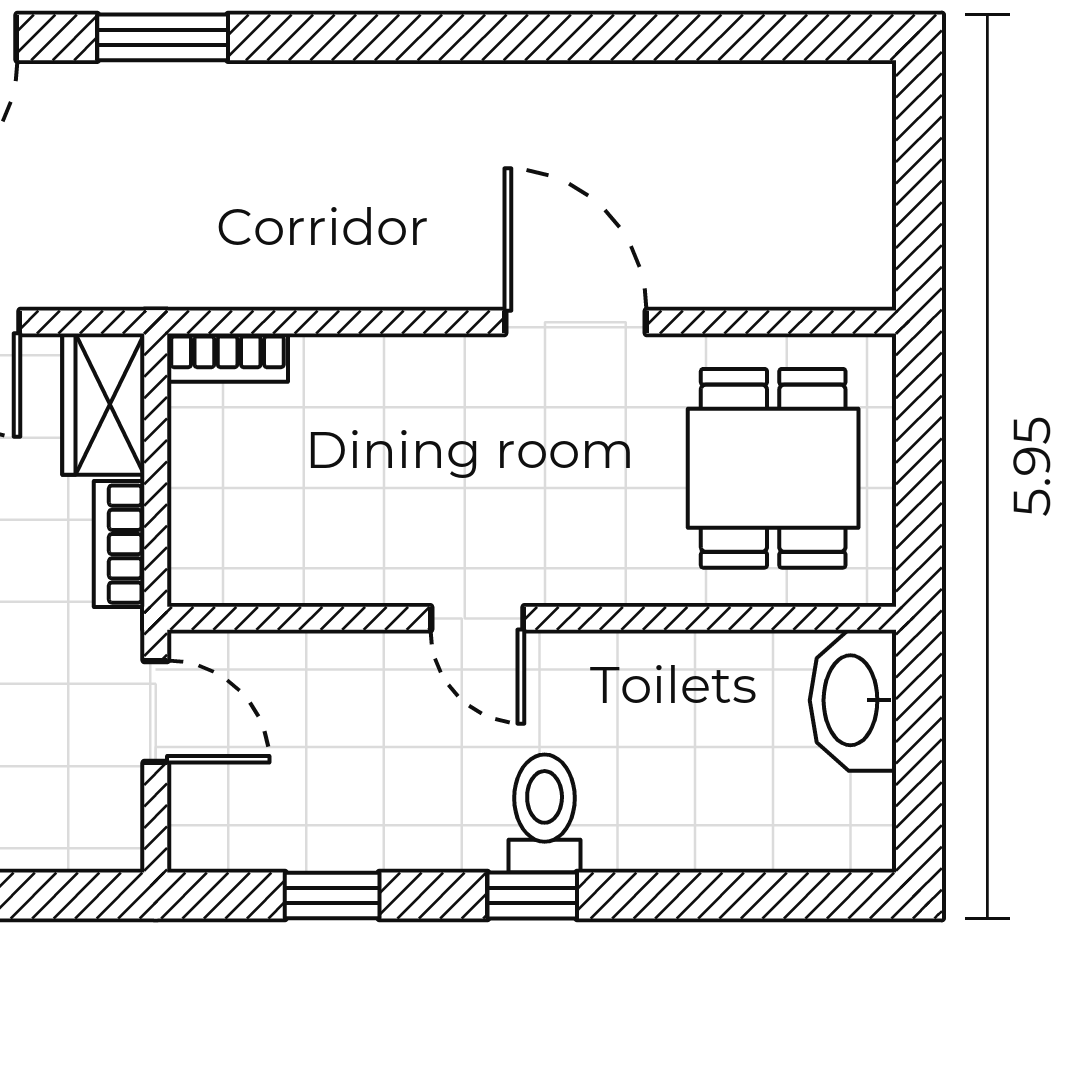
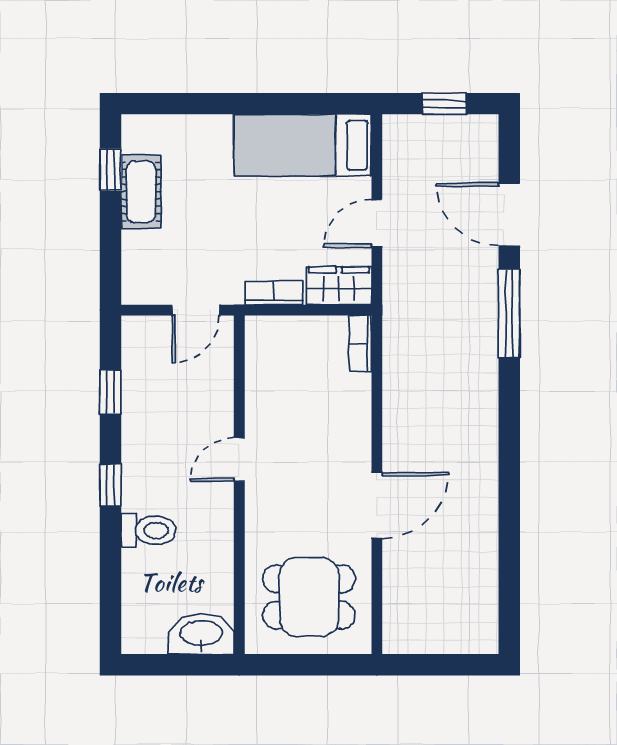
window: (163, 37) -> (509, 313), width x1.44
toilet: (545, 814) -> (149, 530), moved

